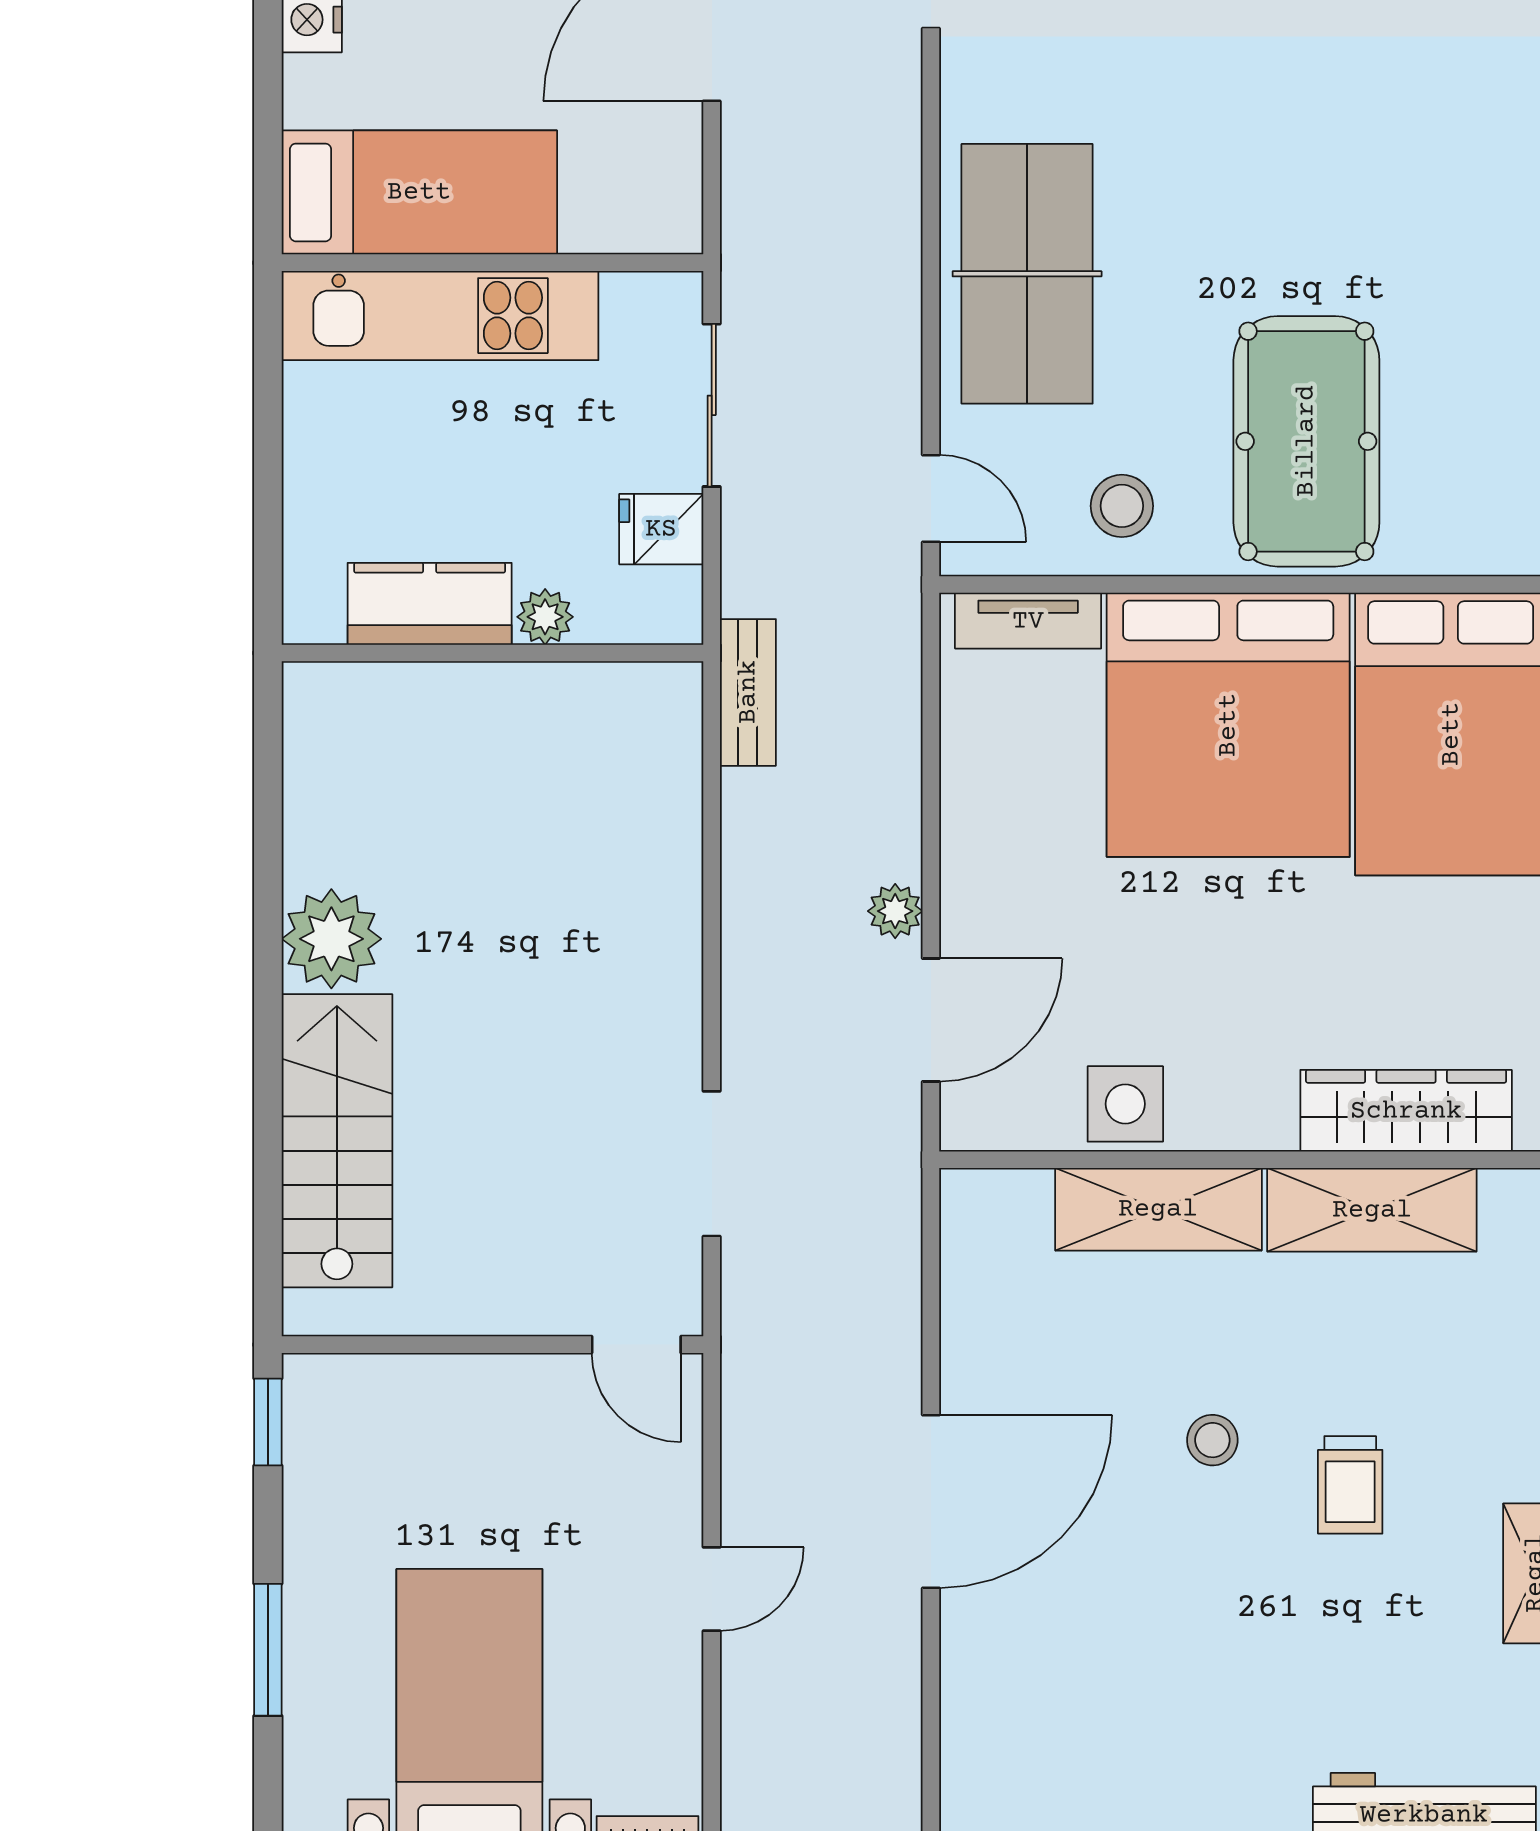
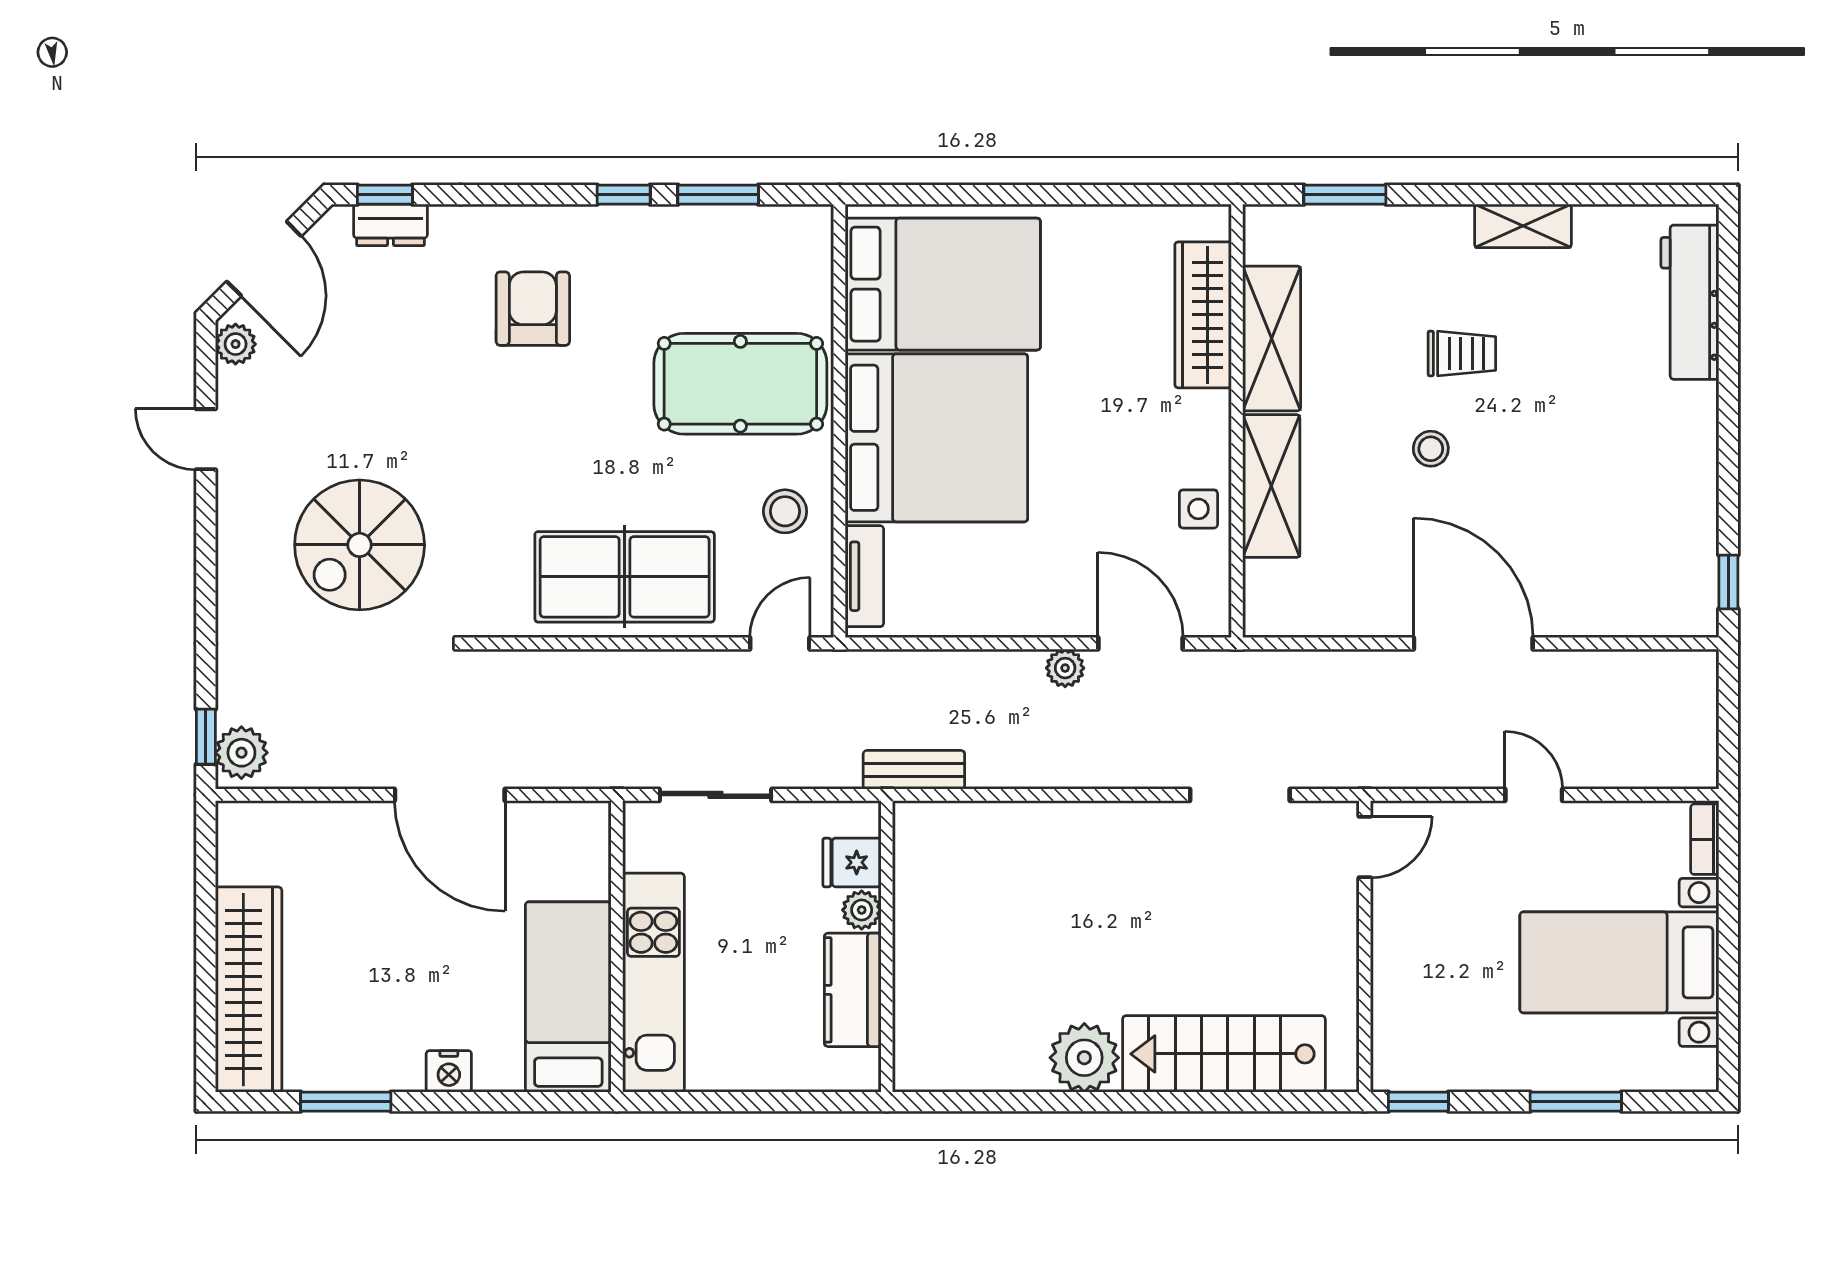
armchair: (1415, 141) -> (533, 309), added
fridge: (661, 529) -> (852, 862), moved, turned 90
side table: (1125, 1104) -> (1198, 509), width x0.73, depth x0.73

